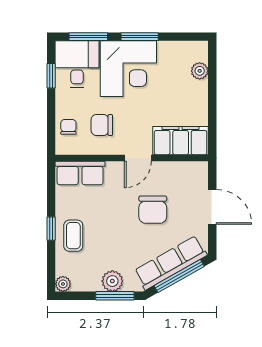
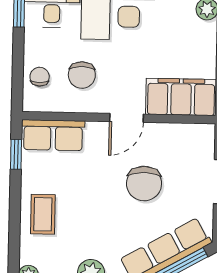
chair: (102, 125) -> (82, 75), turned -90
window: (51, 229) -> (16, 154), moved

